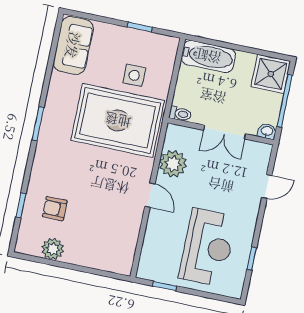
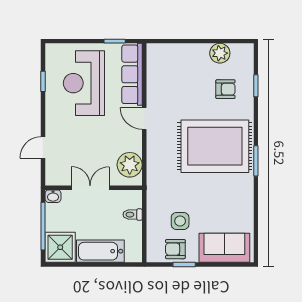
sofa: (73, 45) -> (224, 248), moved, turned 90
armchair: (146, 46) -> (175, 249), added
bathtub: (208, 56) -> (100, 251), moved
toilet: (180, 114) -> (133, 215), moved
rug: (118, 120) -> (215, 146), moved
plant: (173, 164) -> (130, 165), moved
row of seats: (153, 246) -> (132, 74), added

